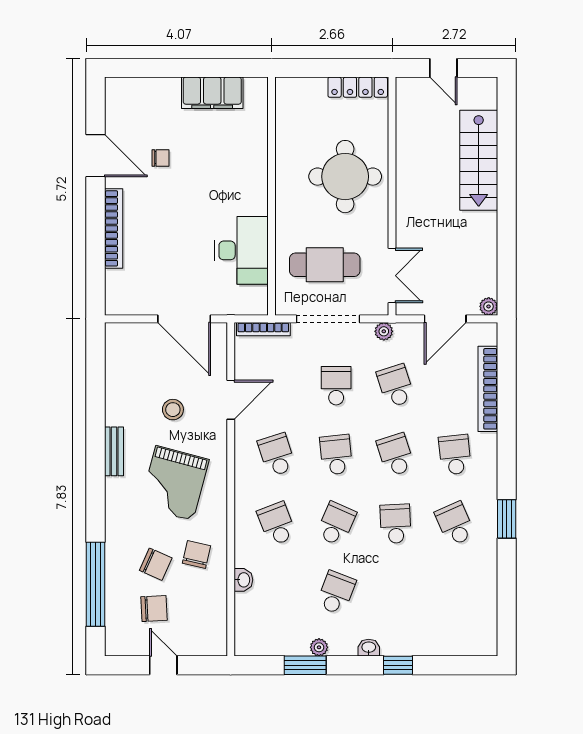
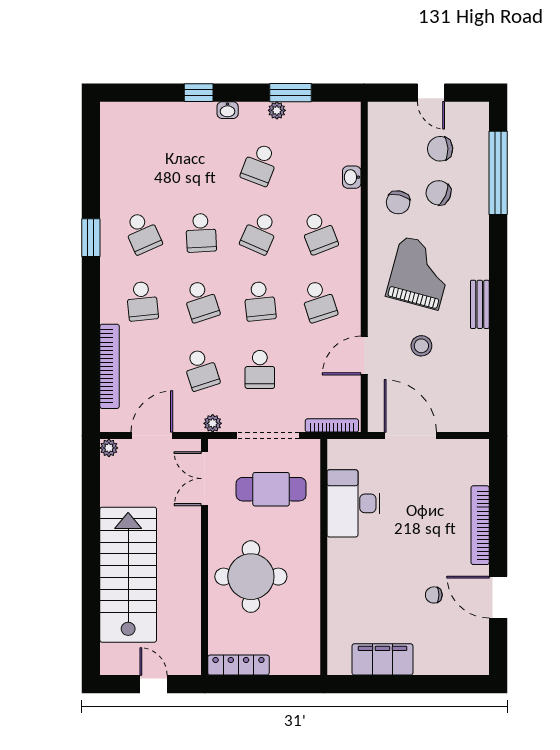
stairs: (479, 160) -> (128, 575), width x1.36, depth x1.51

